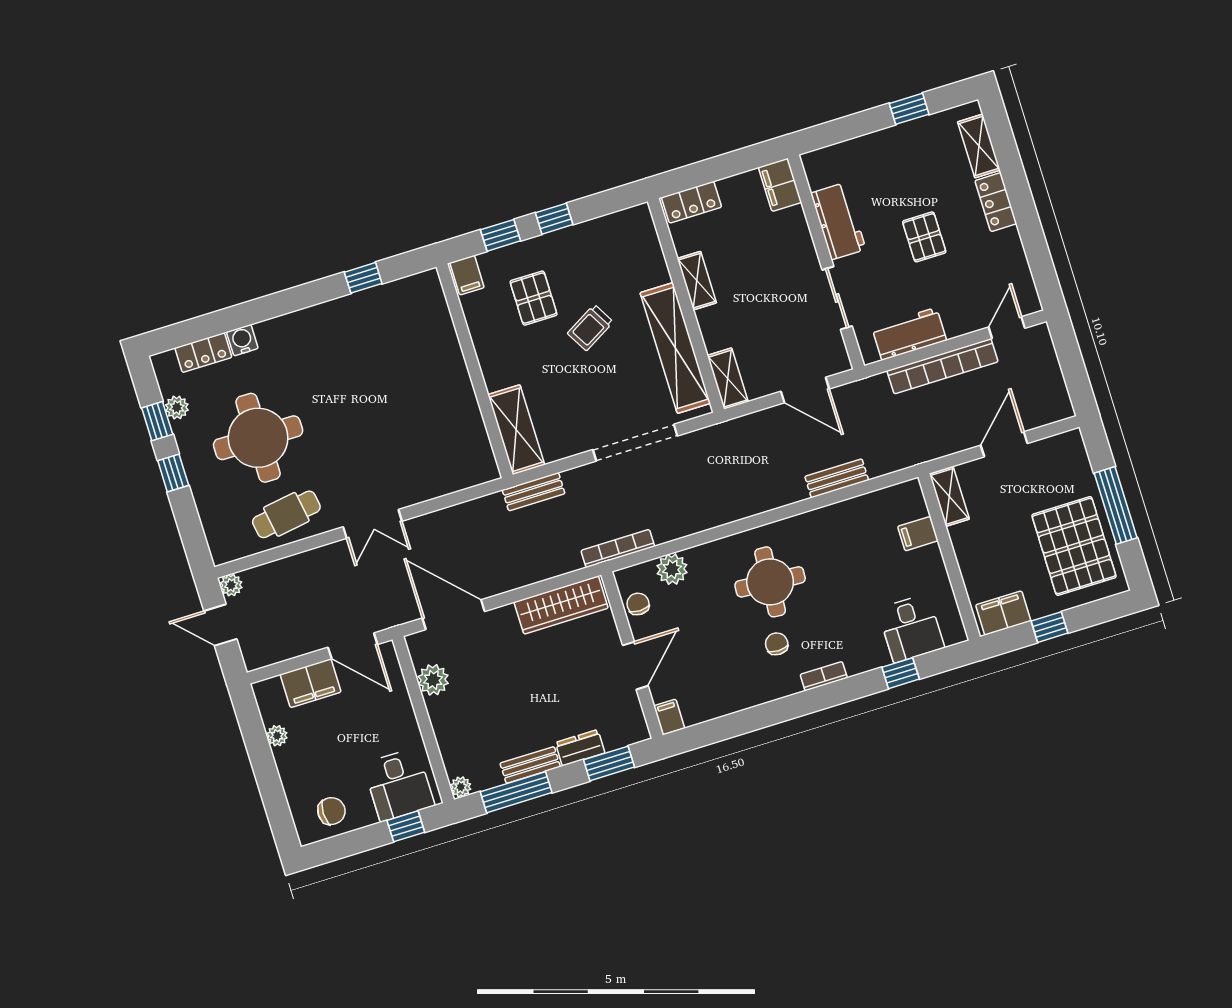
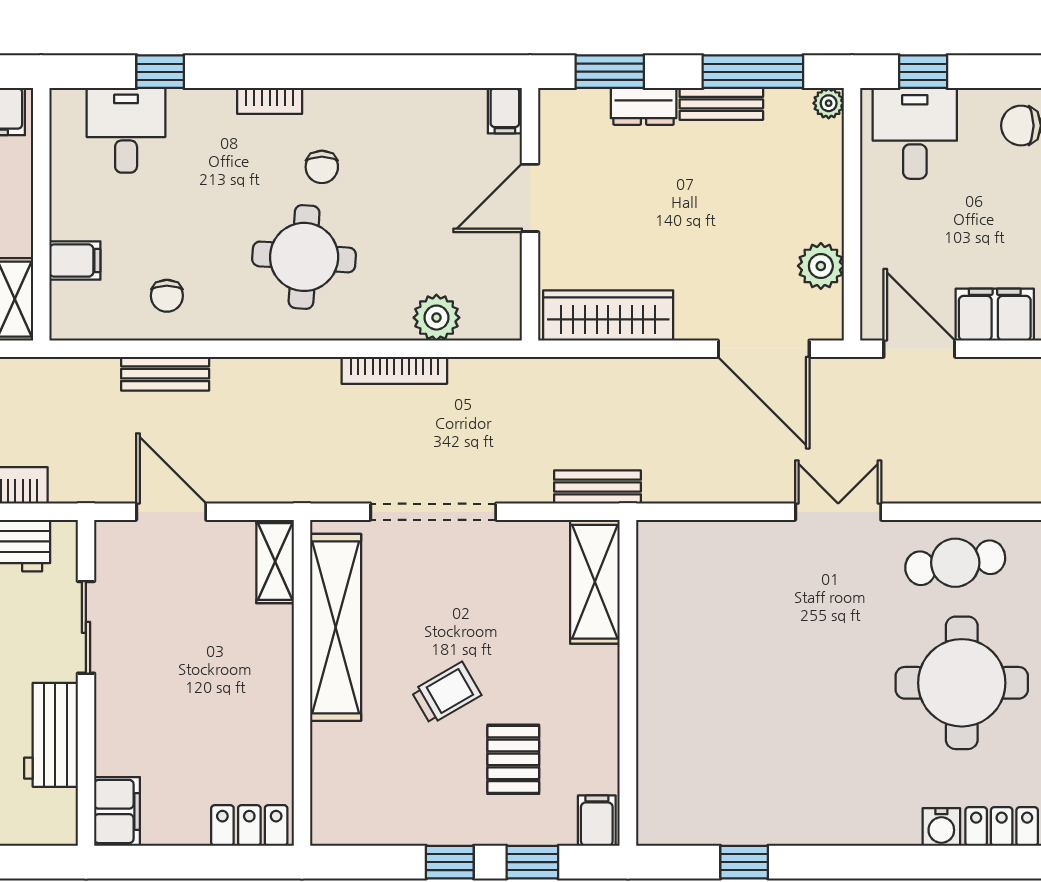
shelving: (697, 281) -> (276, 713), removed
bookcase: (618, 548) -> (394, 370), moved
chair: (638, 604) -> (167, 296), moved

